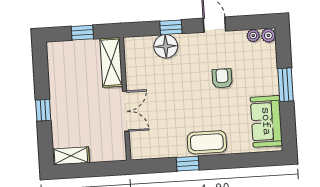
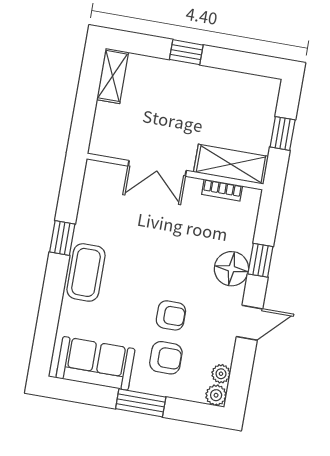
floor lamp: (166, 46) -> (231, 269), moved
bookcase: (130, 64) -> (222, 190), added
armchair: (251, 75) -> (166, 358), added

